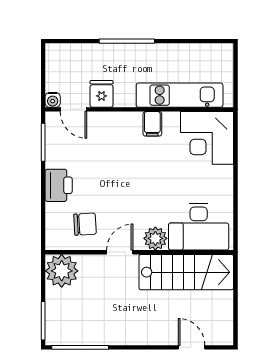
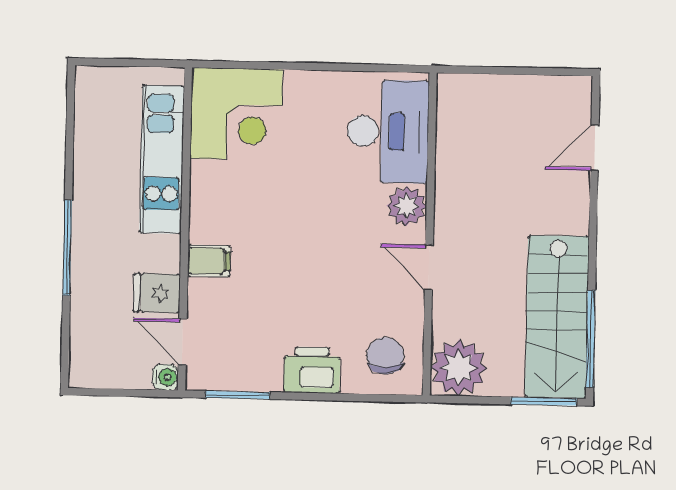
door: (73, 109) -> (182, 342), swing flipped
filing cabinet: (152, 124) -> (209, 261), moved
chair: (85, 224) -> (385, 356), moved
stairs: (186, 272) -> (557, 317), moved, turned 180

